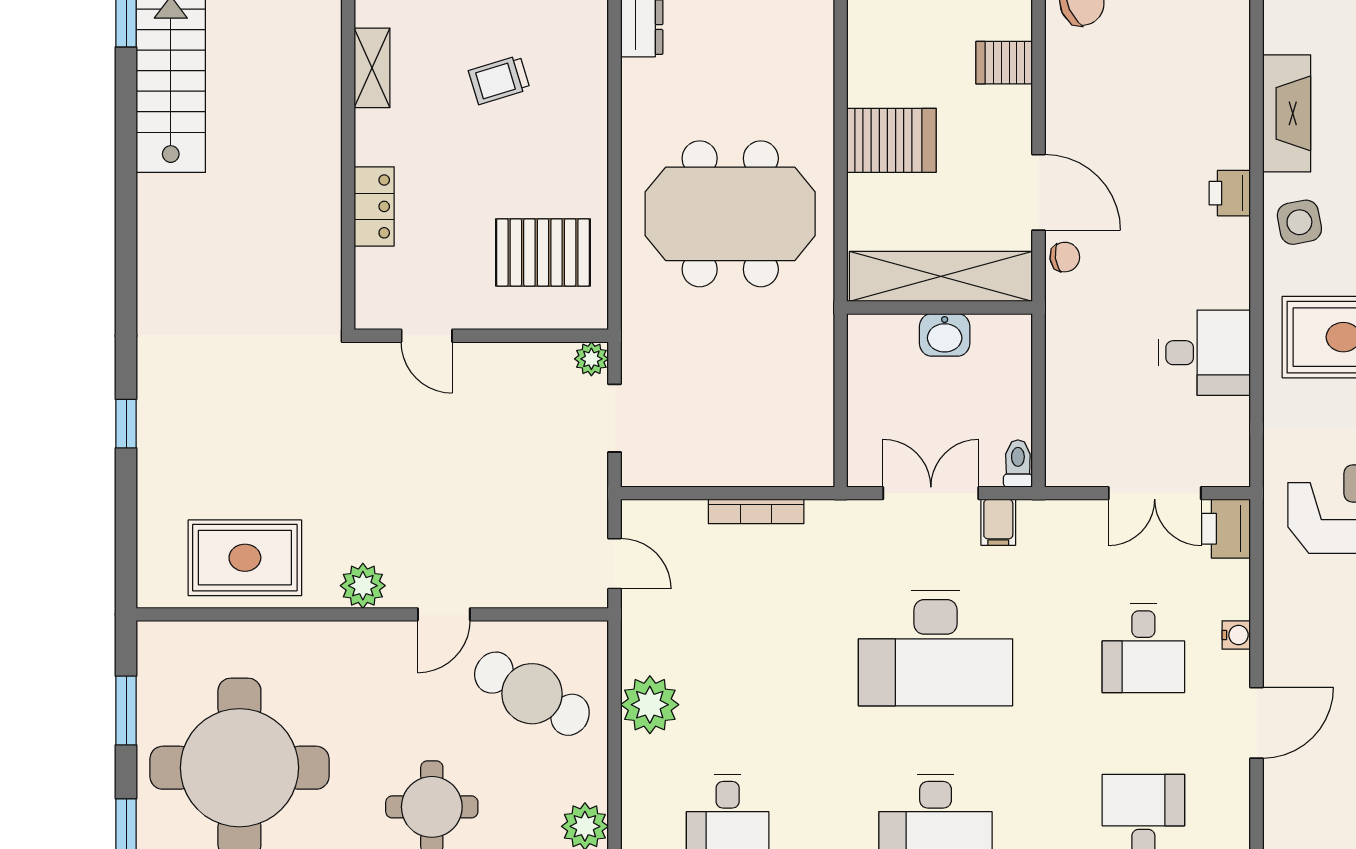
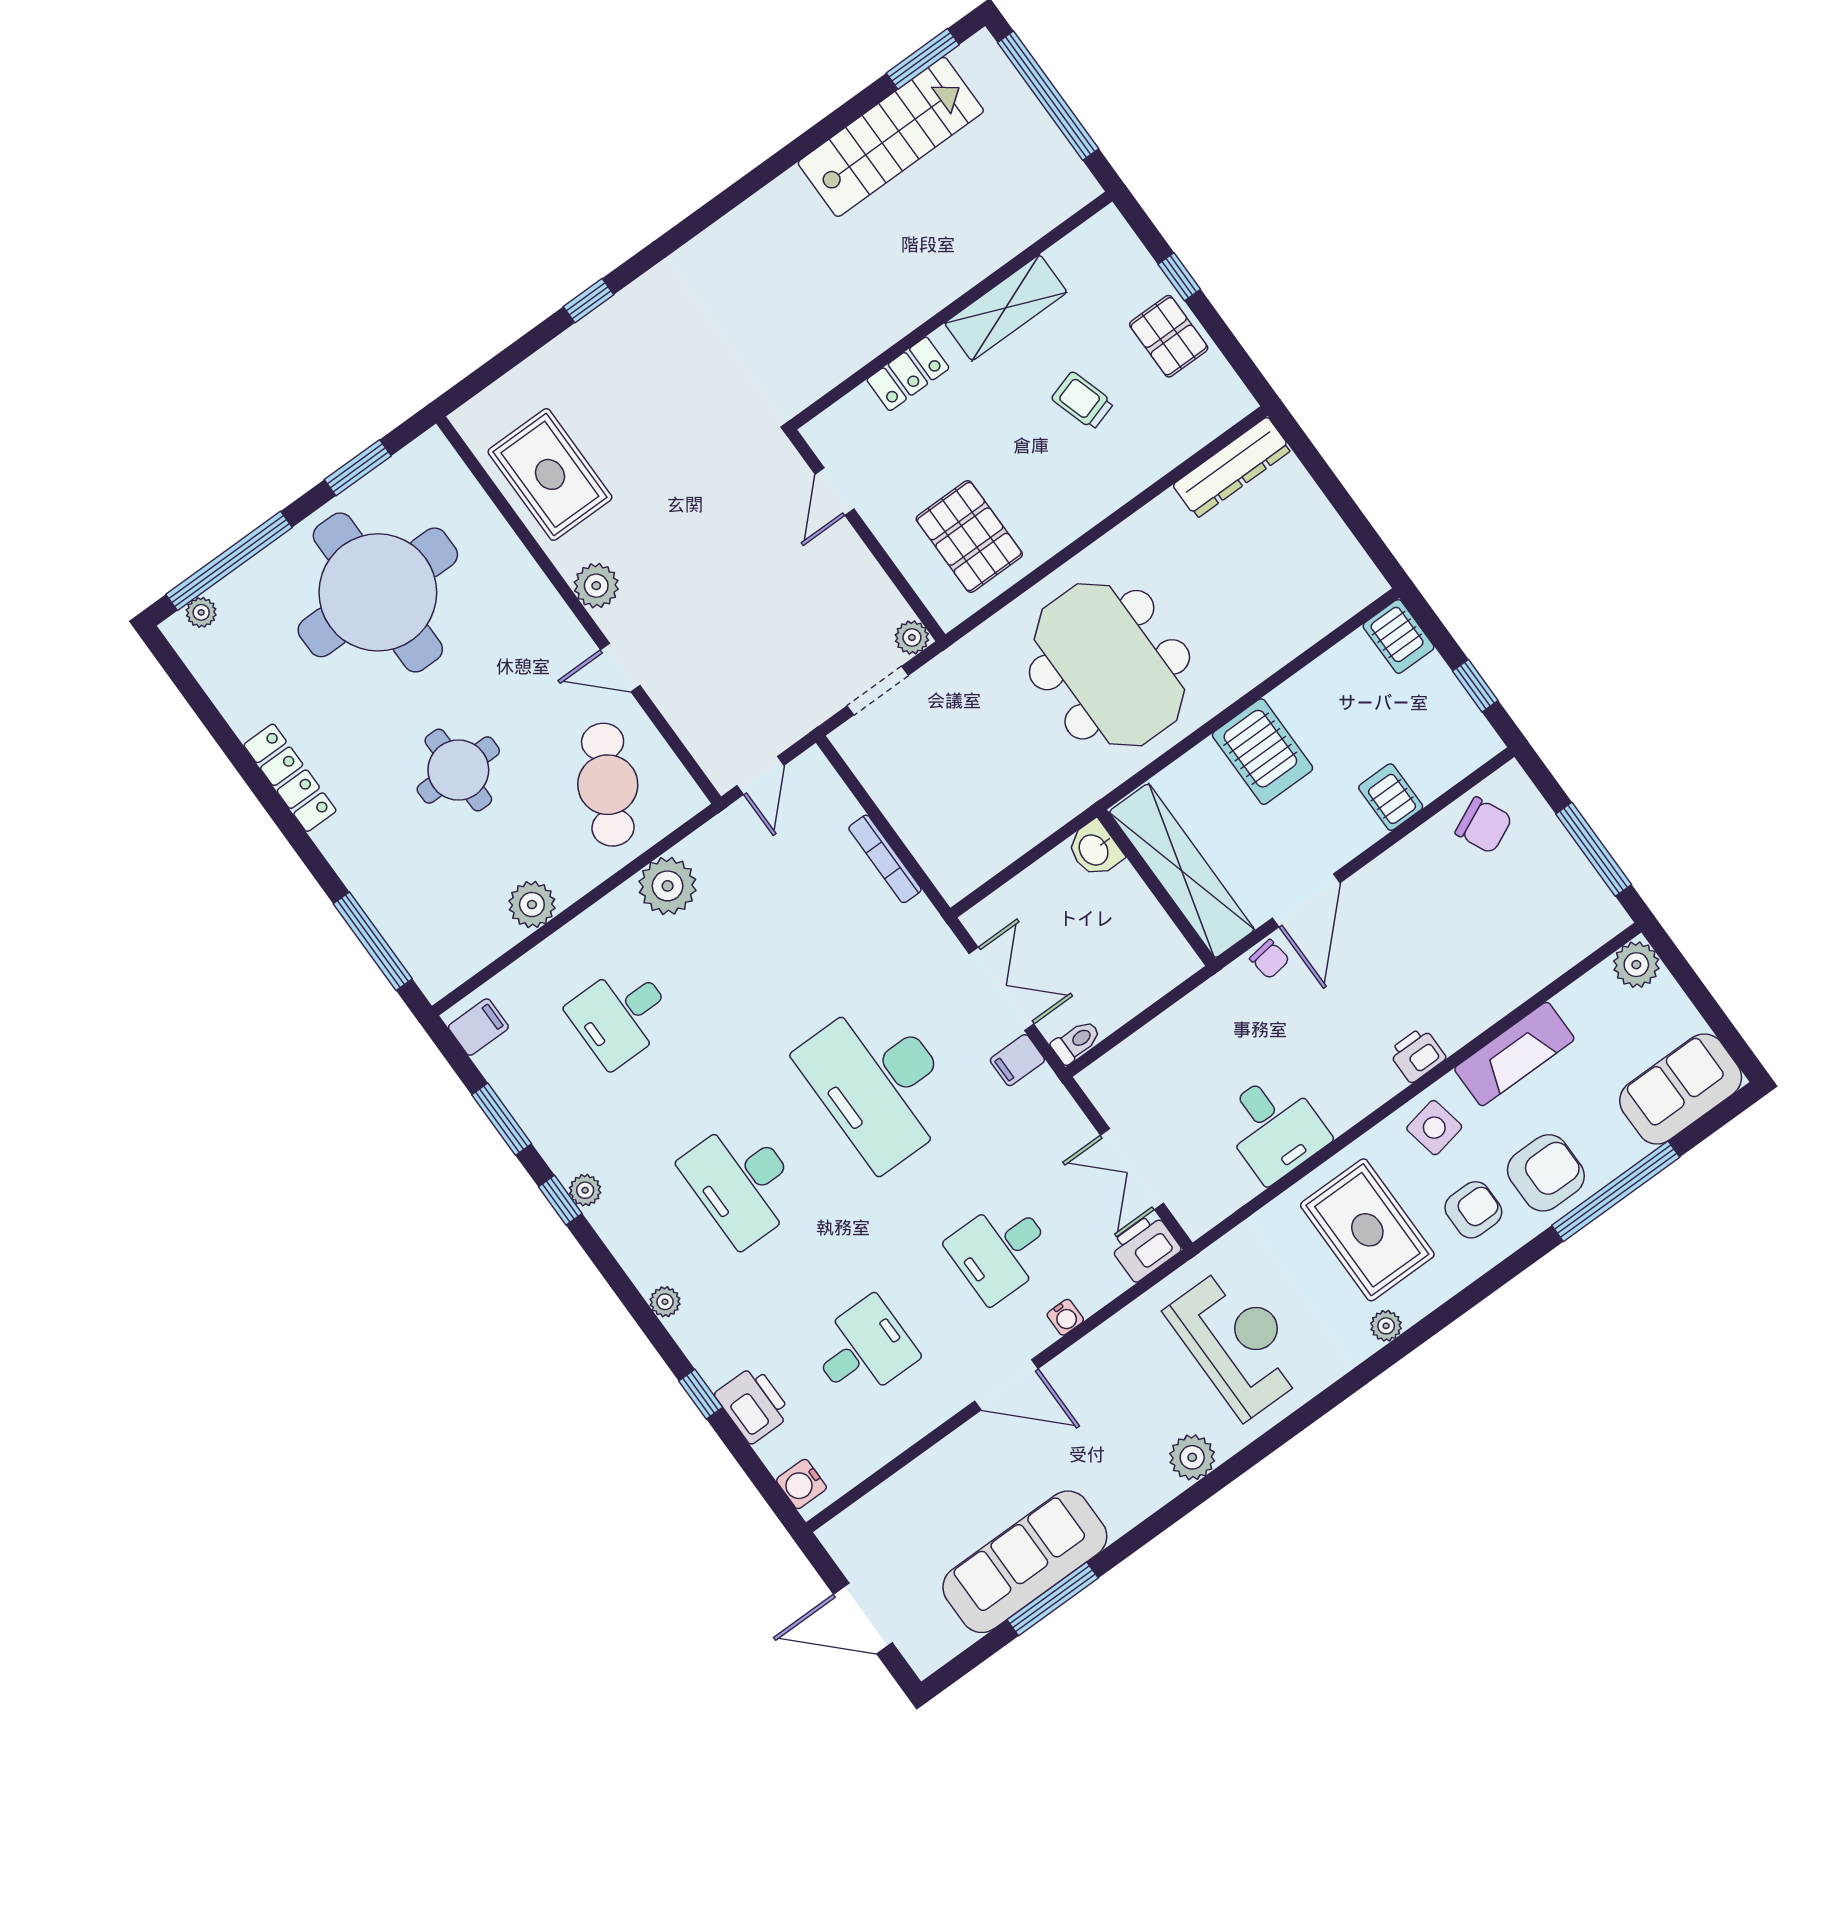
shelving: (372, 68) -> (1006, 308), width x1.50, depth x1.33
washbasin: (945, 335) -> (1095, 849), moved

